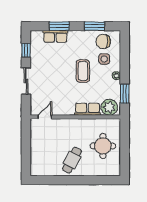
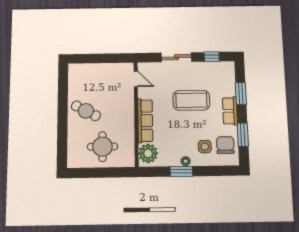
row of seats: (55, 36) -> (230, 111), moved
coffee table: (83, 71) -> (191, 100), moved, width x1.36, depth x1.32
window: (125, 94) -> (181, 171), moved
row of seats: (87, 109) -> (145, 121), width x1.48

